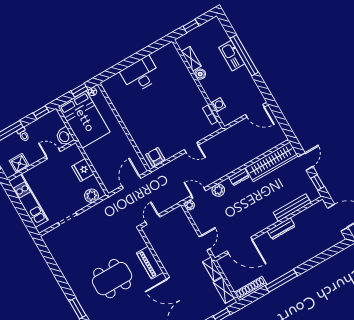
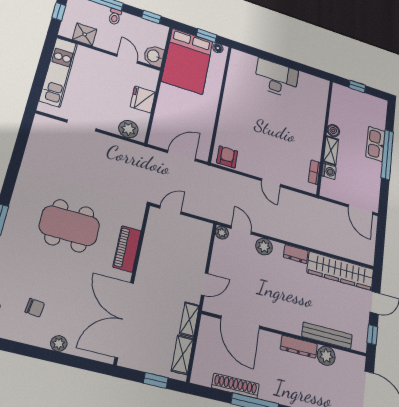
shelving: (191, 59) -> (331, 150), moved
plant: (300, 220) -> (326, 356), added
shoe rack: (251, 289) -> (235, 386), moved

